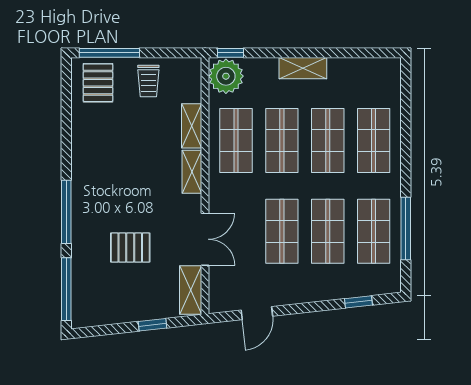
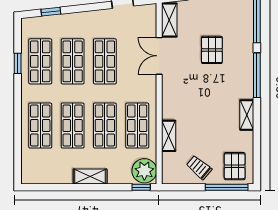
trolley: (148, 81) -> (199, 167), turned -50
shelving: (192, 172) -> (247, 115), moved
window: (406, 228) -> (18, 63), width x0.46
pallet: (130, 248) -> (212, 50), turned 90

